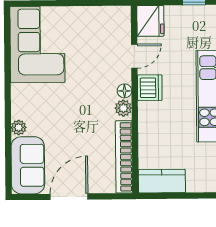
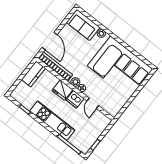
fridge: (150, 21) -> (62, 90), moved
corner sofa: (37, 45) -> (120, 67), width x1.36, depth x1.36
door: (69, 197) -> (50, 41), moved

